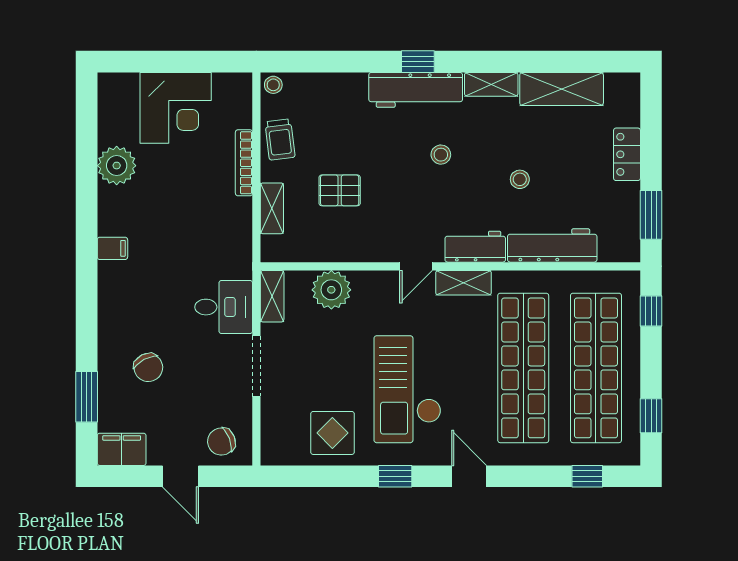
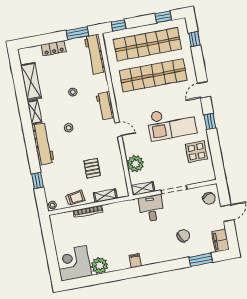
window: (418, 62) -> (37, 181), moved
corner desk: (176, 108) -> (74, 263), moved, turned -90
workbench: (552, 245) -> (95, 54), moved
shelving: (464, 283) -> (122, 108), removed

